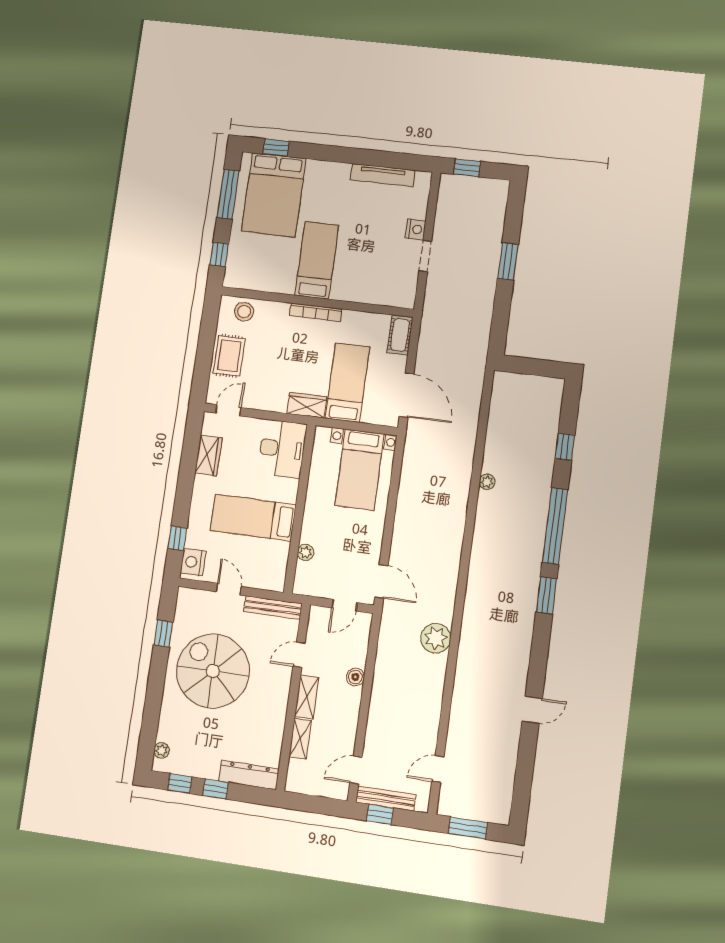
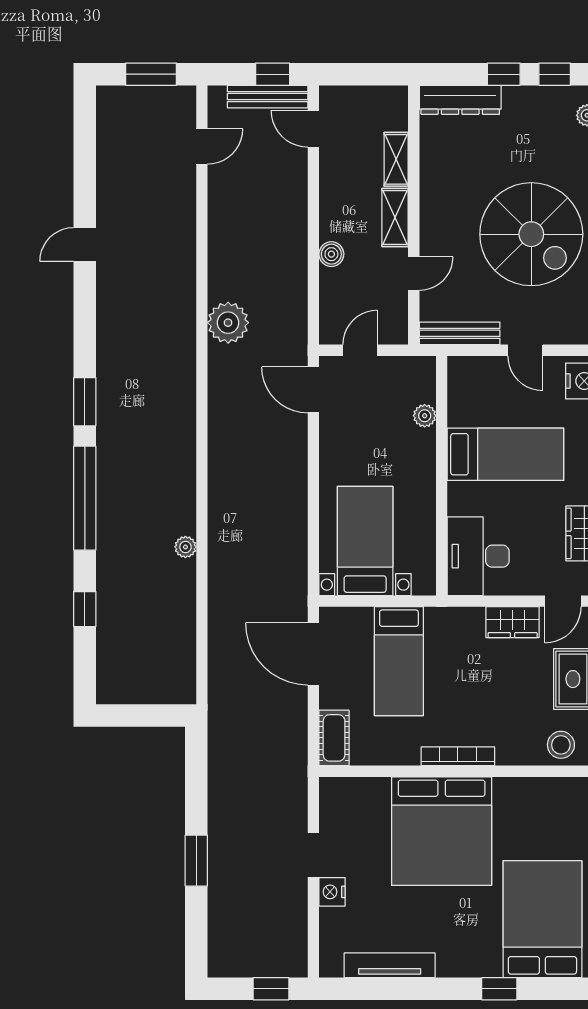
window: (276, 148) -> (499, 989), moved
bed: (317, 260) -> (442, 831), width x2.04
wardrobe: (307, 405) -> (513, 622), moved
door: (356, 770) -> (313, 129), swing flipped

